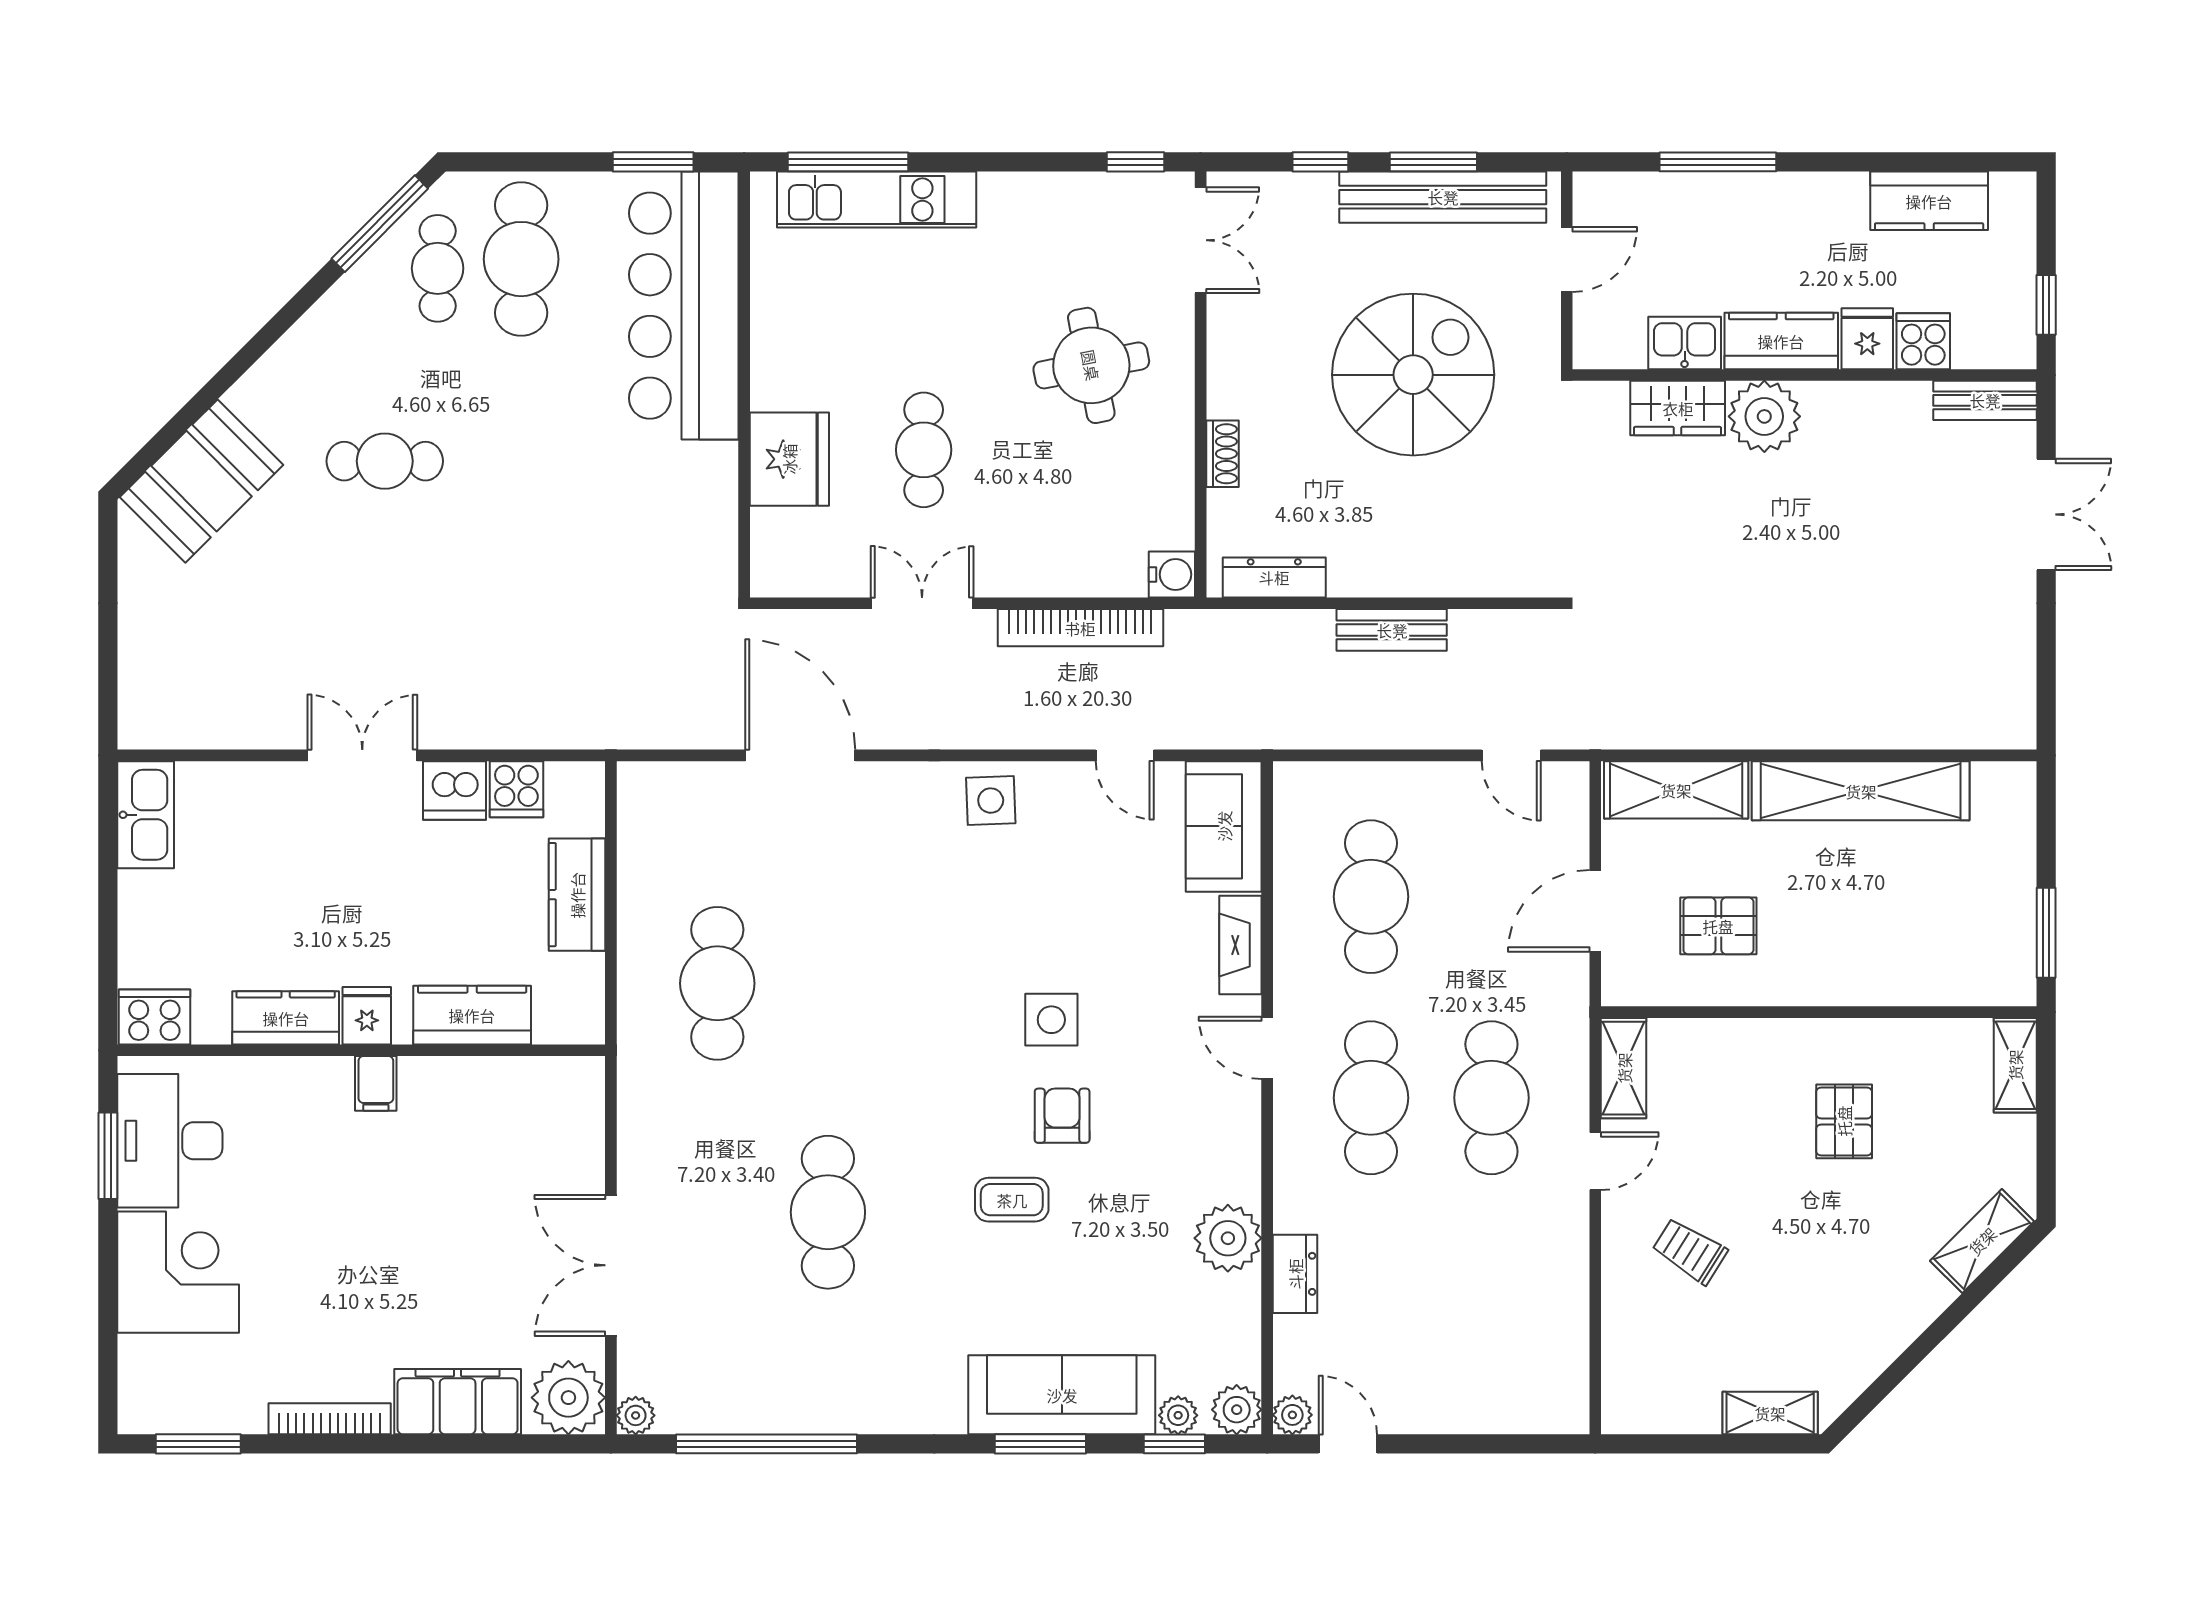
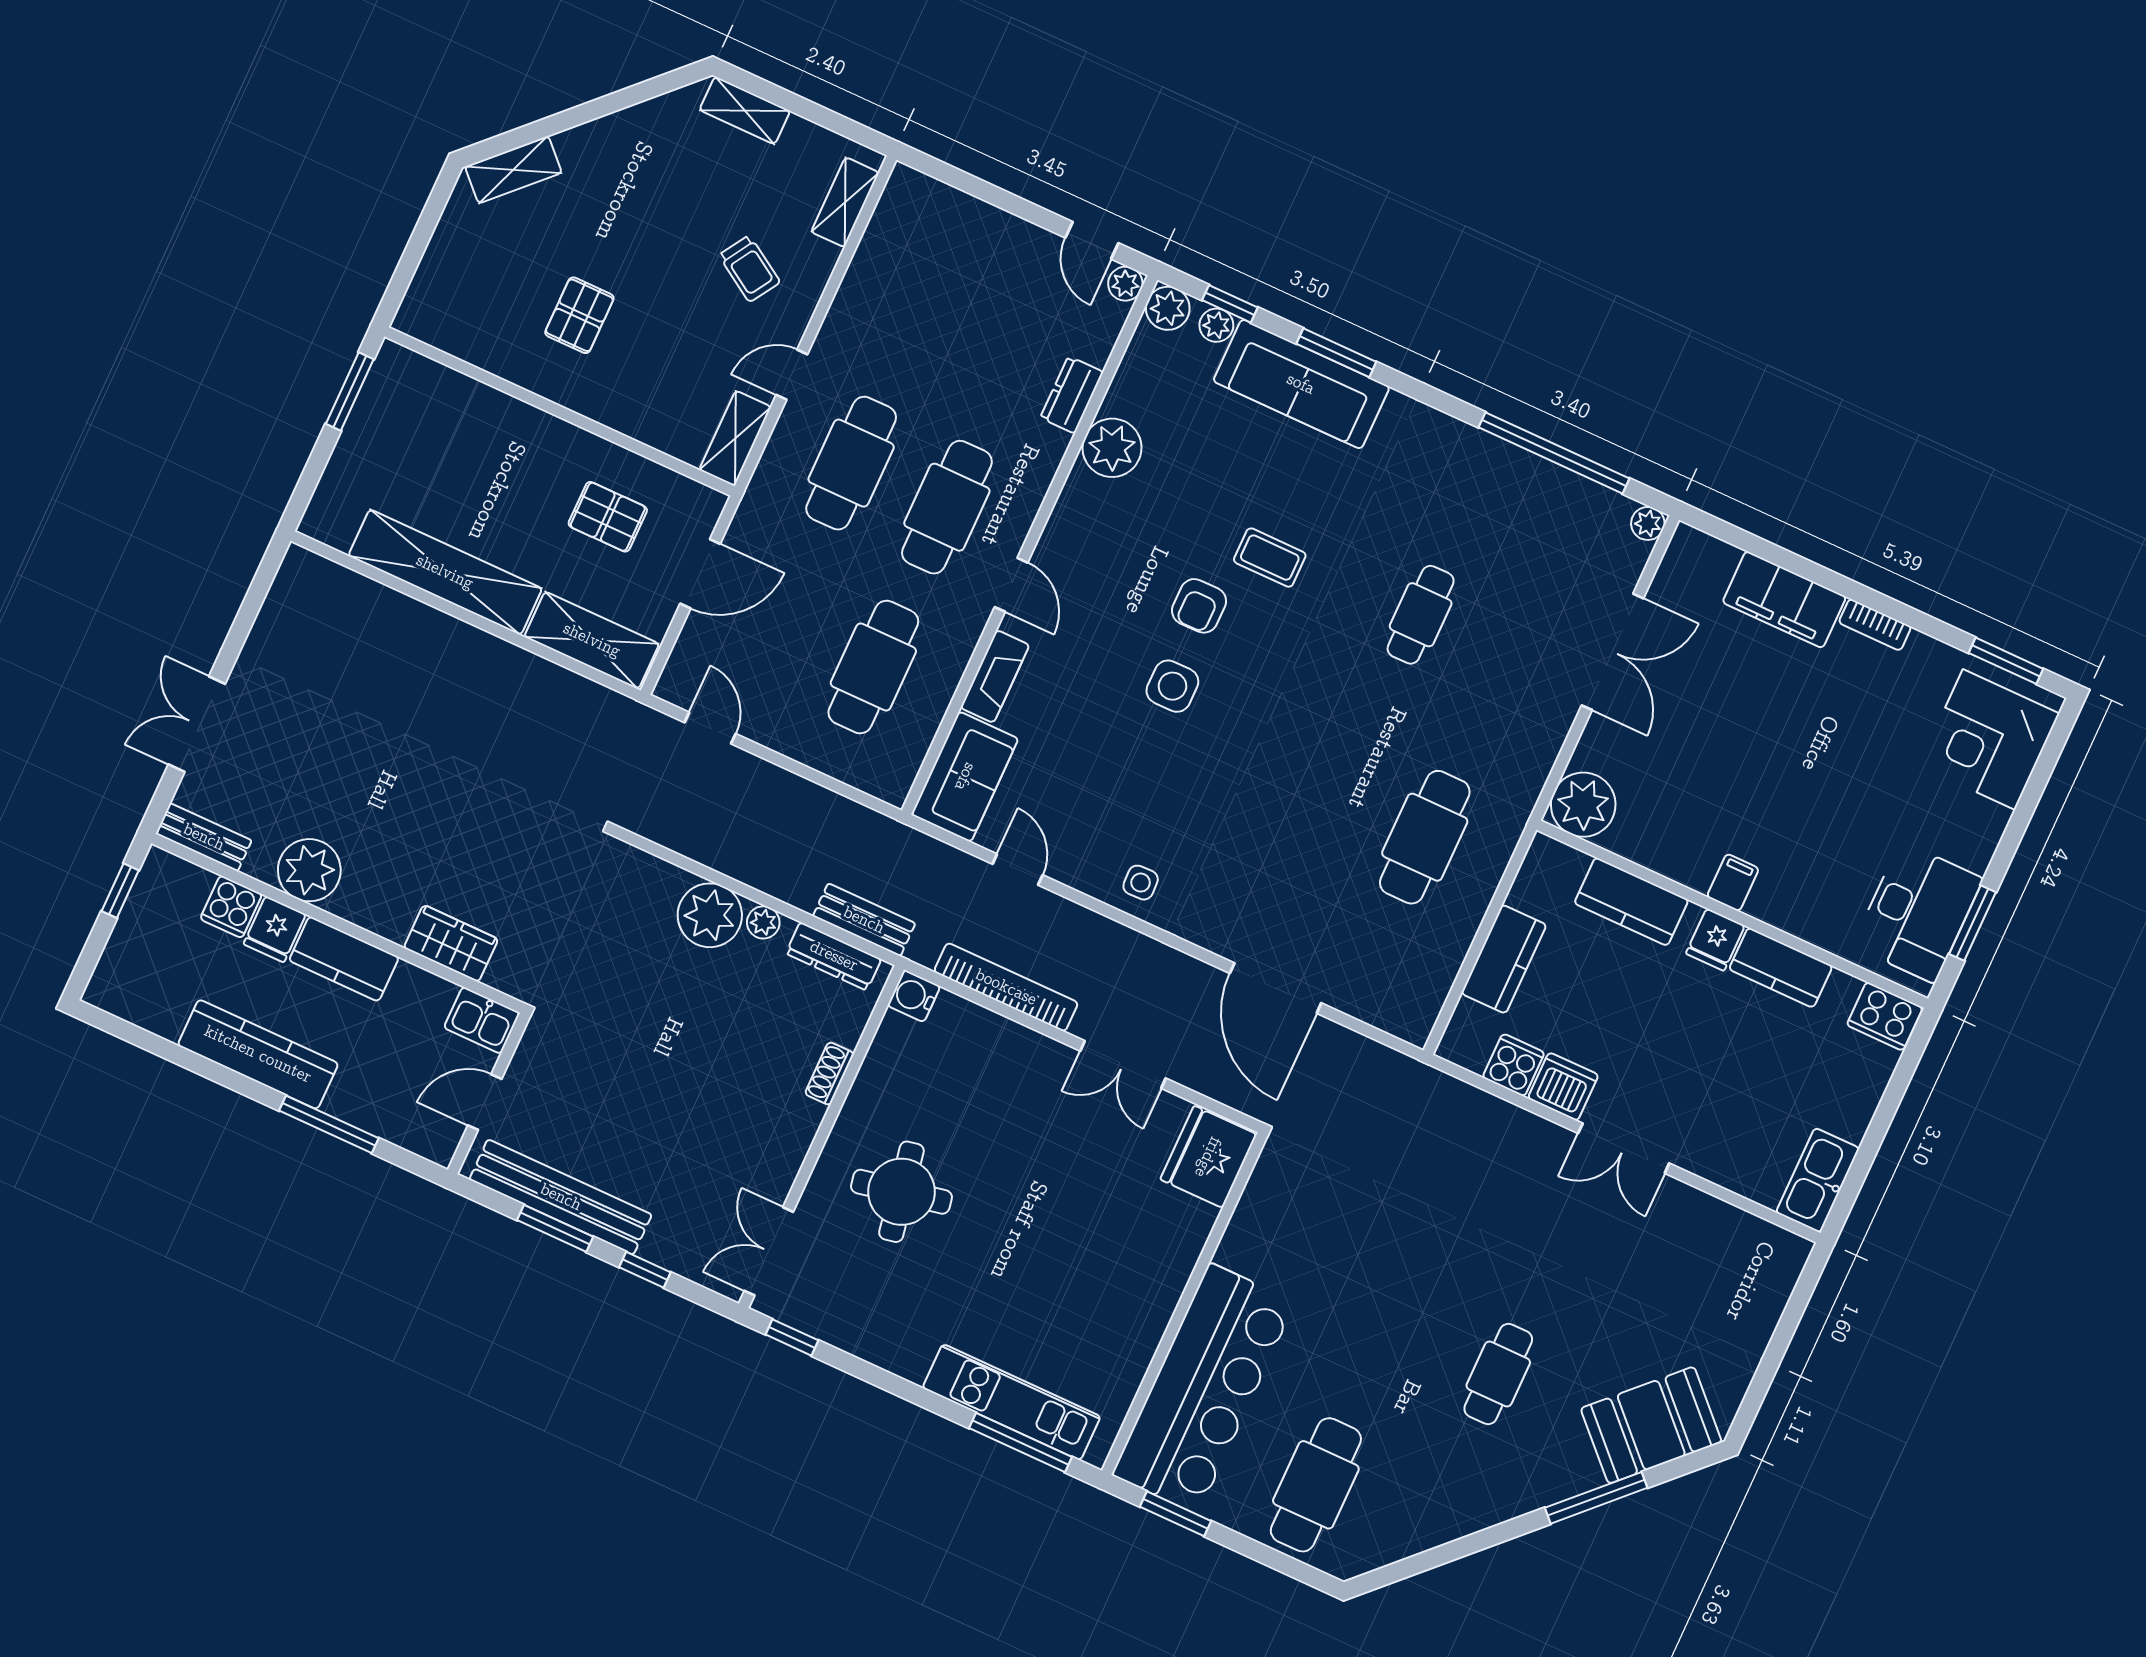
kitchen counter: (1929, 201) -> (258, 1054), moved, width x1.50
window: (380, 224) -> (1596, 1498), moved
cafe table: (438, 268) -> (1386, 1508), removed
kitchen sink: (1685, 343) -> (482, 1020), moved
spiral stairs: (1413, 375) -> (649, 1067), removed
plant: (1764, 416) -> (309, 870), moved
cafe table: (924, 450) -> (1066, 1186), removed
fridge: (789, 459) -> (1208, 1157), moved
cafe table: (385, 461) -> (1498, 1374), turned 90
plant: (1422, 561) -> (710, 915), added
plant: (1363, 579) -> (763, 922), added
bench: (1392, 630) -> (864, 920), moved
side table: (991, 801) -> (1141, 883), width x0.73, depth x0.73
shelving: (2015, 1065) -> (845, 202), moved
cafe table: (828, 1212) -> (1421, 615), width x0.73, depth x0.74
corner desk: (178, 1272) -> (1989, 740), moved
plant: (568, 1398) -> (1583, 805), moved
bookcase: (330, 1419) -> (1875, 625), width x0.64

